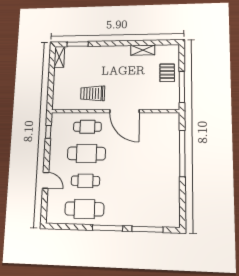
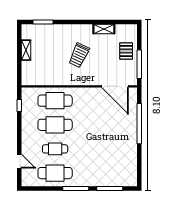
shelving: (59, 57) -> (26, 50), moved
trolley: (93, 93) -> (79, 55), moved, turned -65
door: (124, 111) -> (115, 86), moved
cafe table: (87, 127) -> (55, 101), width x1.37, depth x1.35
door: (46, 180) -> (19, 161), moved

